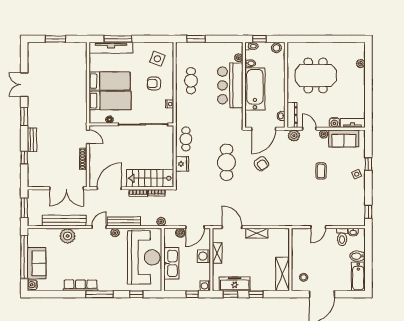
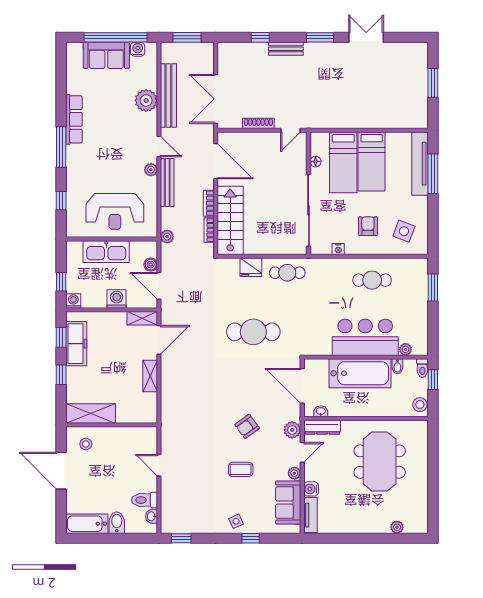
armchair: (261, 164) -> (247, 426), moved
shelving: (217, 253) -> (142, 318), moved
reception desk: (144, 257) -> (115, 211), width x0.74, depth x0.77
water cooler: (32, 285) -> (138, 49), moved

